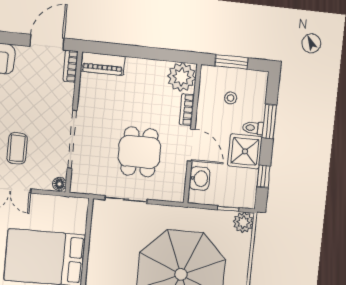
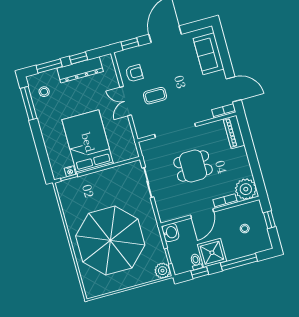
window: (232, 62) -> (269, 220), width x0.67
window: (269, 122) -> (239, 262), width x1.44
toilet: (253, 128) -> (196, 262), moved
dining table: (139, 152) -> (193, 166), moved
washbasin: (200, 179) -> (170, 232), moved, turned -90
floor lamp: (59, 184) -> (142, 133), removed

